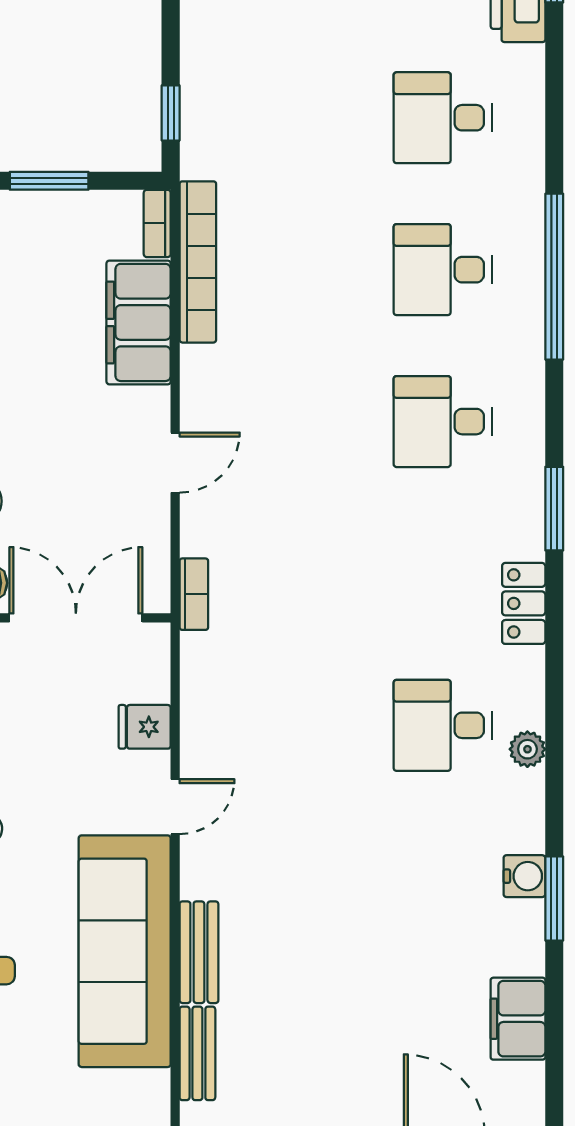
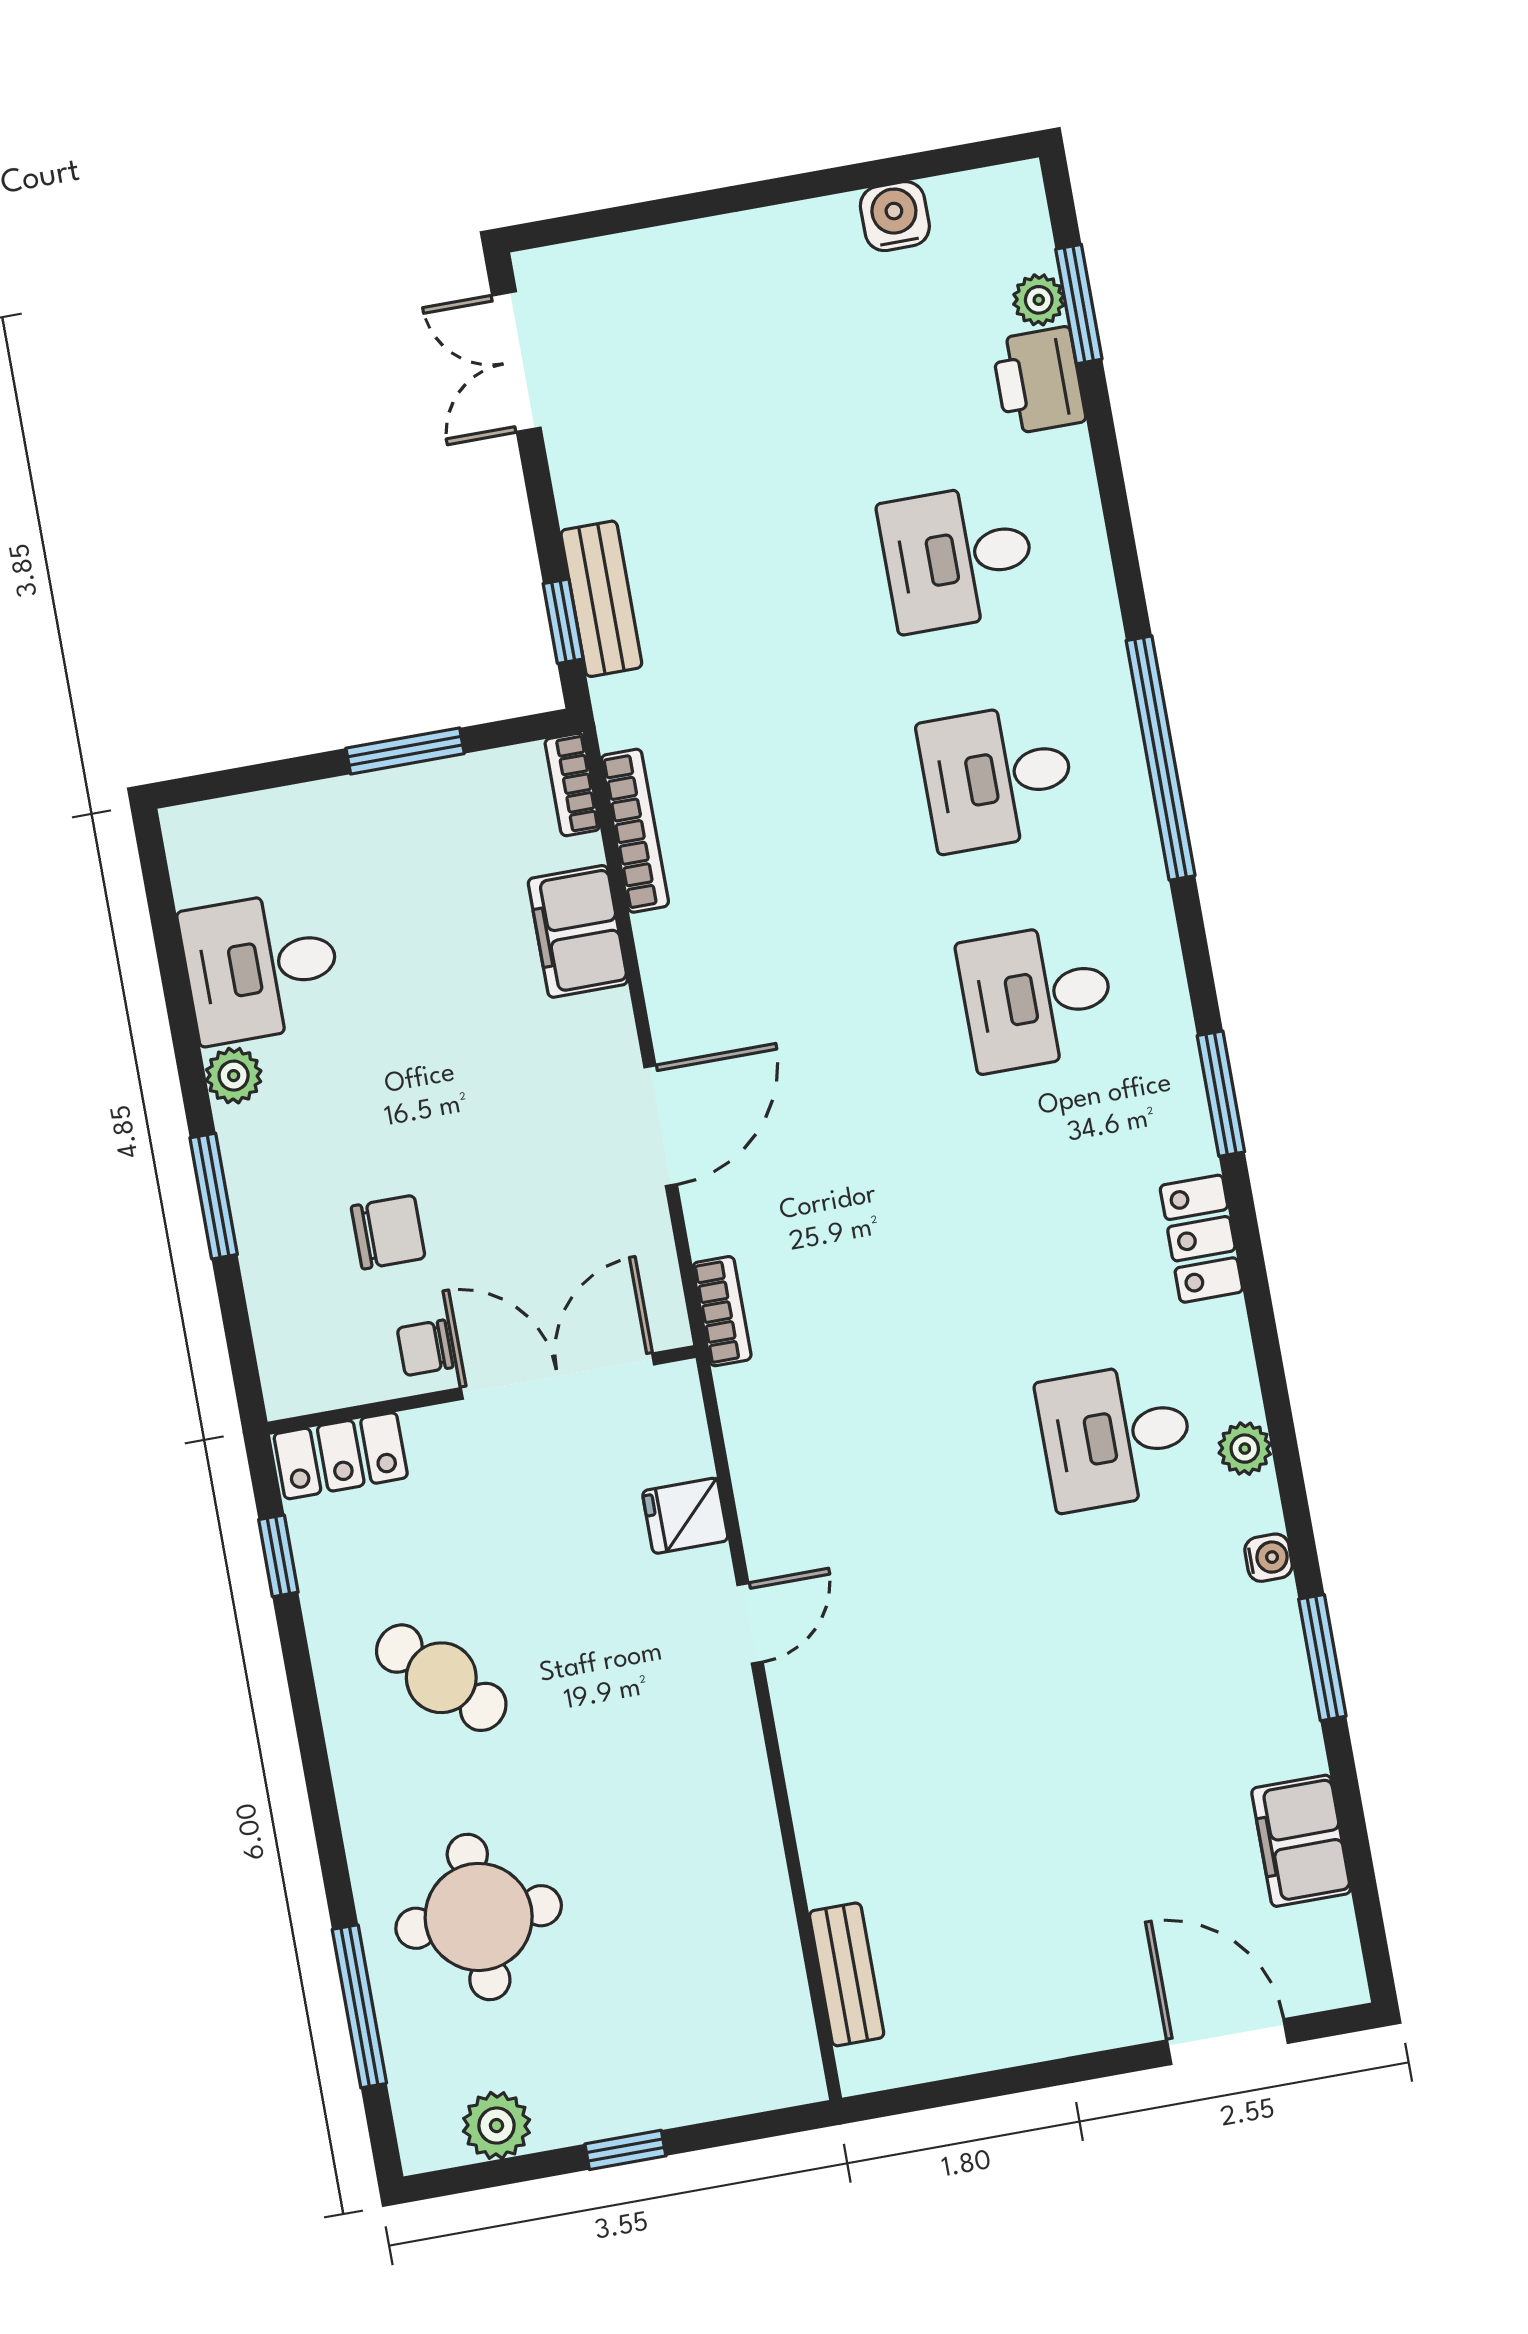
bookcase: (198, 262) -> (635, 831), width x0.68, depth x0.76
filing cabinet: (139, 322) -> (578, 931), width x0.67, depth x0.86
door: (175, 463) -> (661, 1126), width x1.38
water cooler: (524, 876) -> (1269, 1558), moved, width x0.72, depth x0.72
sofa: (125, 951) -> (715, 1846), removed
bench: (199, 952) -> (601, 599), moved

